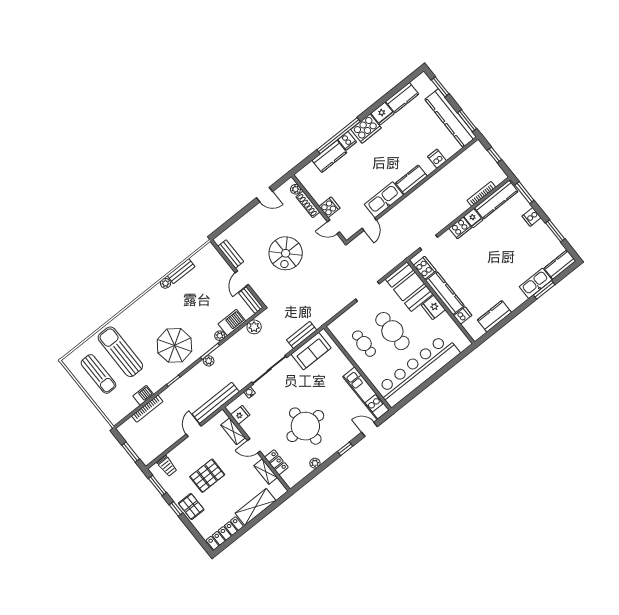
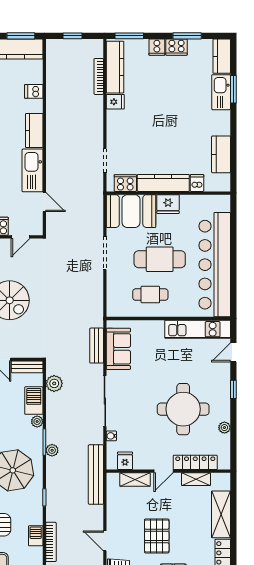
cooker: (460, 228) -> (177, 47), moved, turned 90
door: (194, 430) -> (105, 541), moved
locker: (276, 462) -> (195, 462), width x1.53

